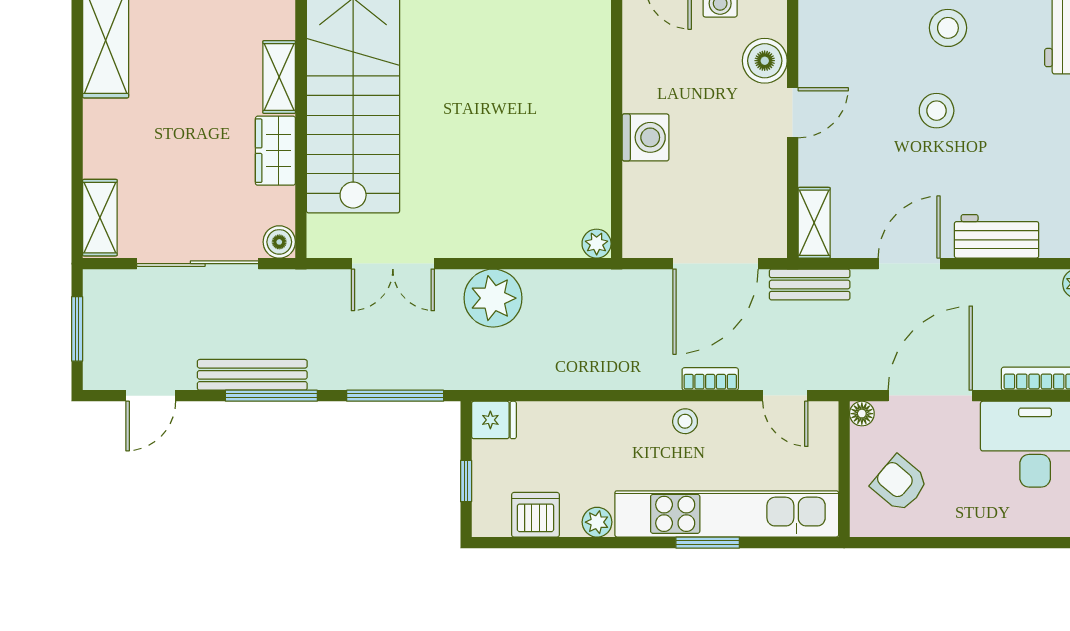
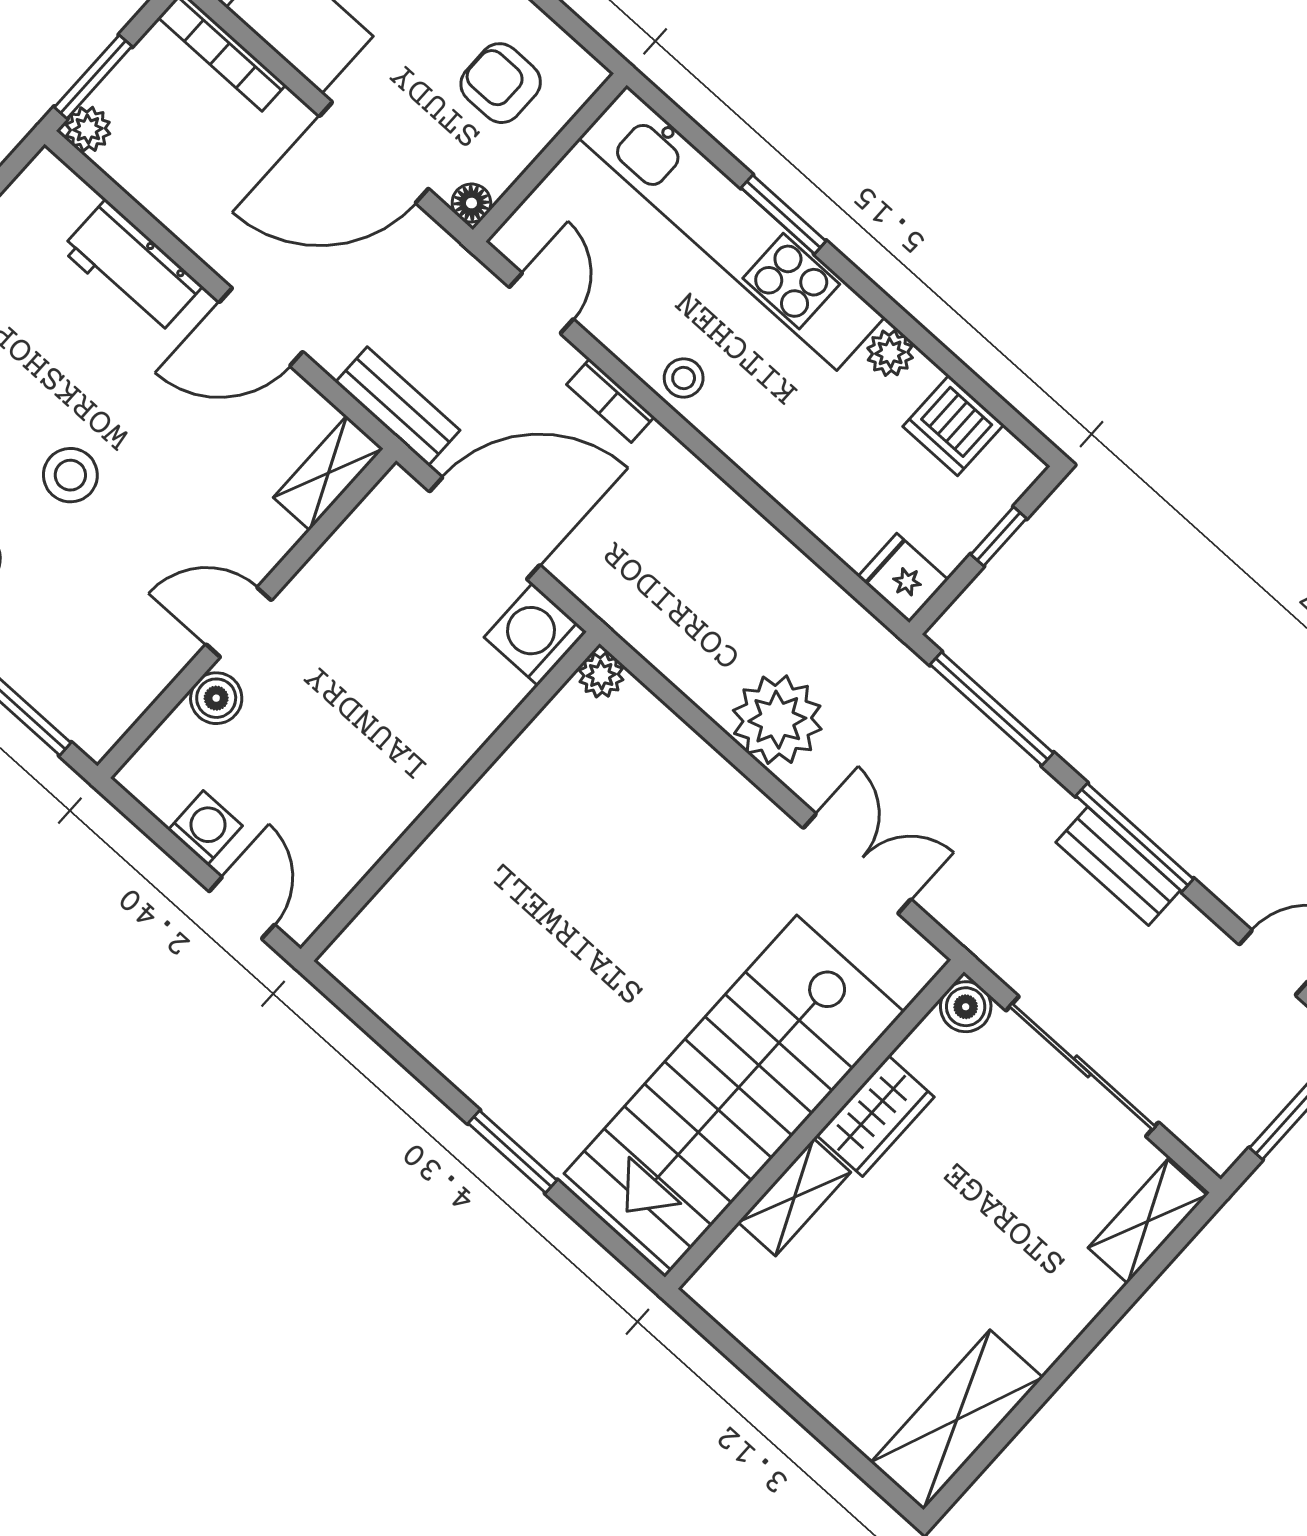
boiler: (765, 61) -> (216, 698), width x0.73, depth x0.73
washing machine: (645, 137) -> (535, 634), moved
bench: (252, 375) -> (1118, 866), width x0.73
armchair: (900, 483) -> (501, 83), turned 140

